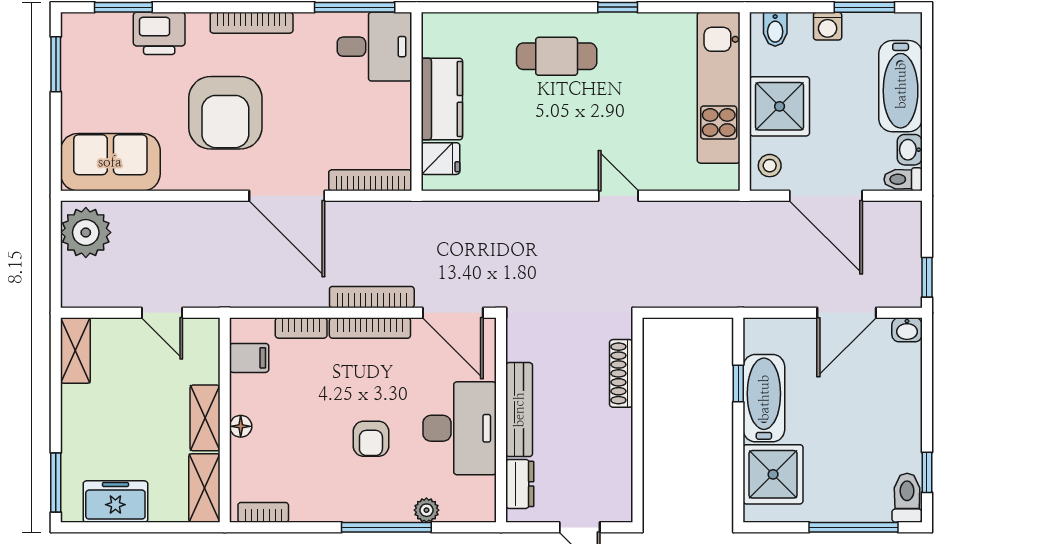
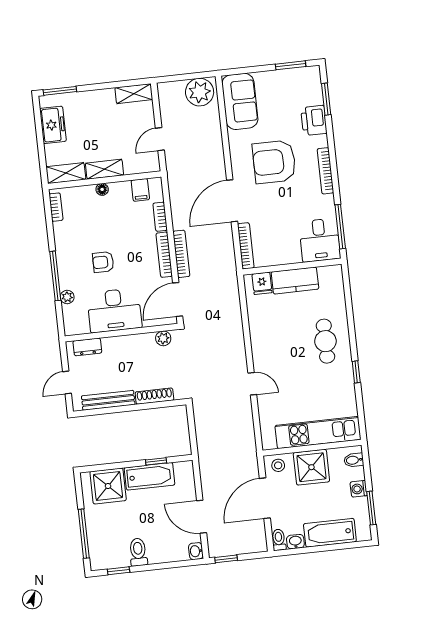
door: (618, 196) -> (252, 384), hinge flipped
plant: (519, 346) -> (163, 338), added
bench: (519, 410) -> (108, 400), moved
toilet: (907, 498) -> (138, 552), moved, turned -90

